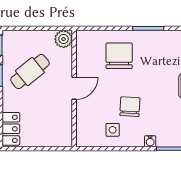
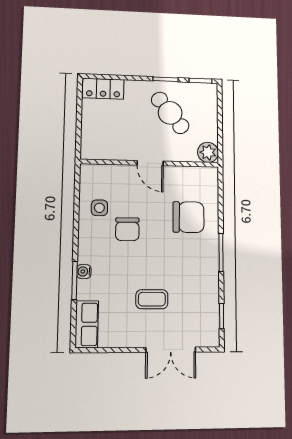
chair: (130, 107) -> (127, 229), turned 87
water cooler: (150, 141) -> (84, 271), moved

